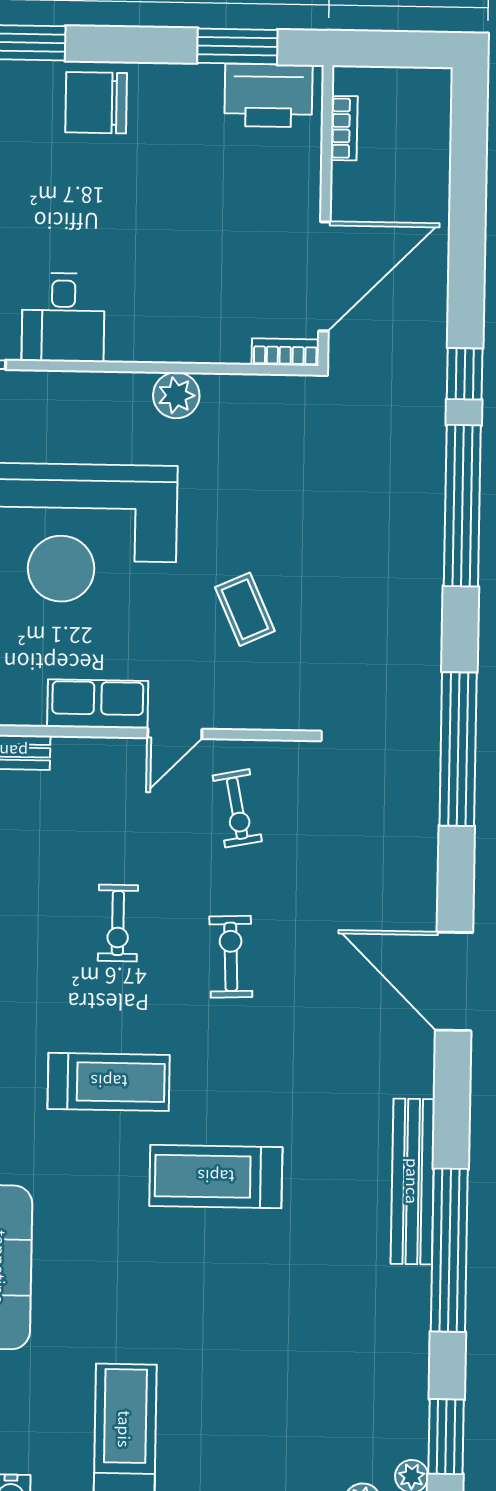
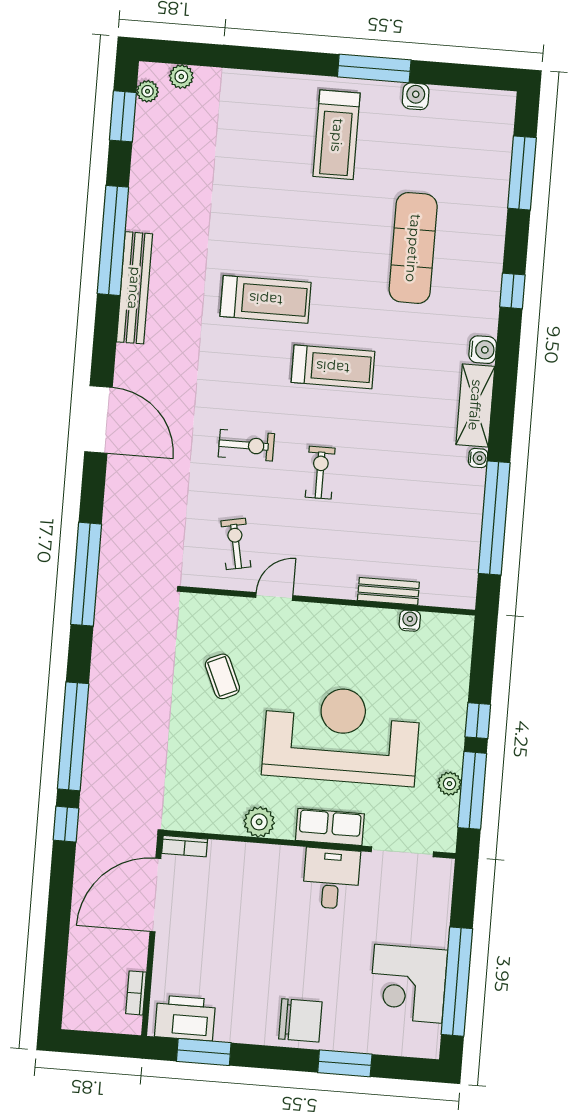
row of seats: (98, 704) -> (330, 827), moved, turned 180
exercise bike: (231, 957) -> (246, 445), turned -88
treadmill: (109, 1082) -> (333, 367), turned 180

